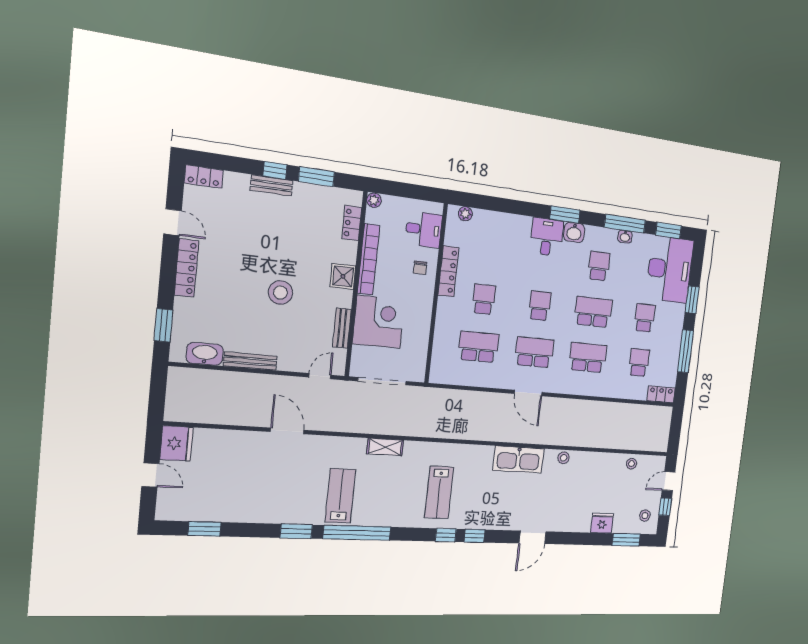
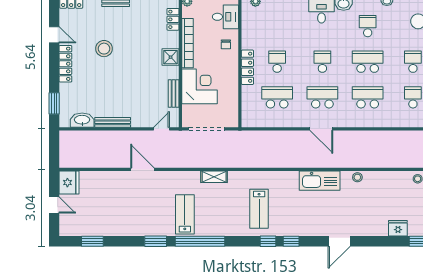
locker: (448, 271) -> (247, 67), moved
stool: (280, 292) -> (104, 49), moved

